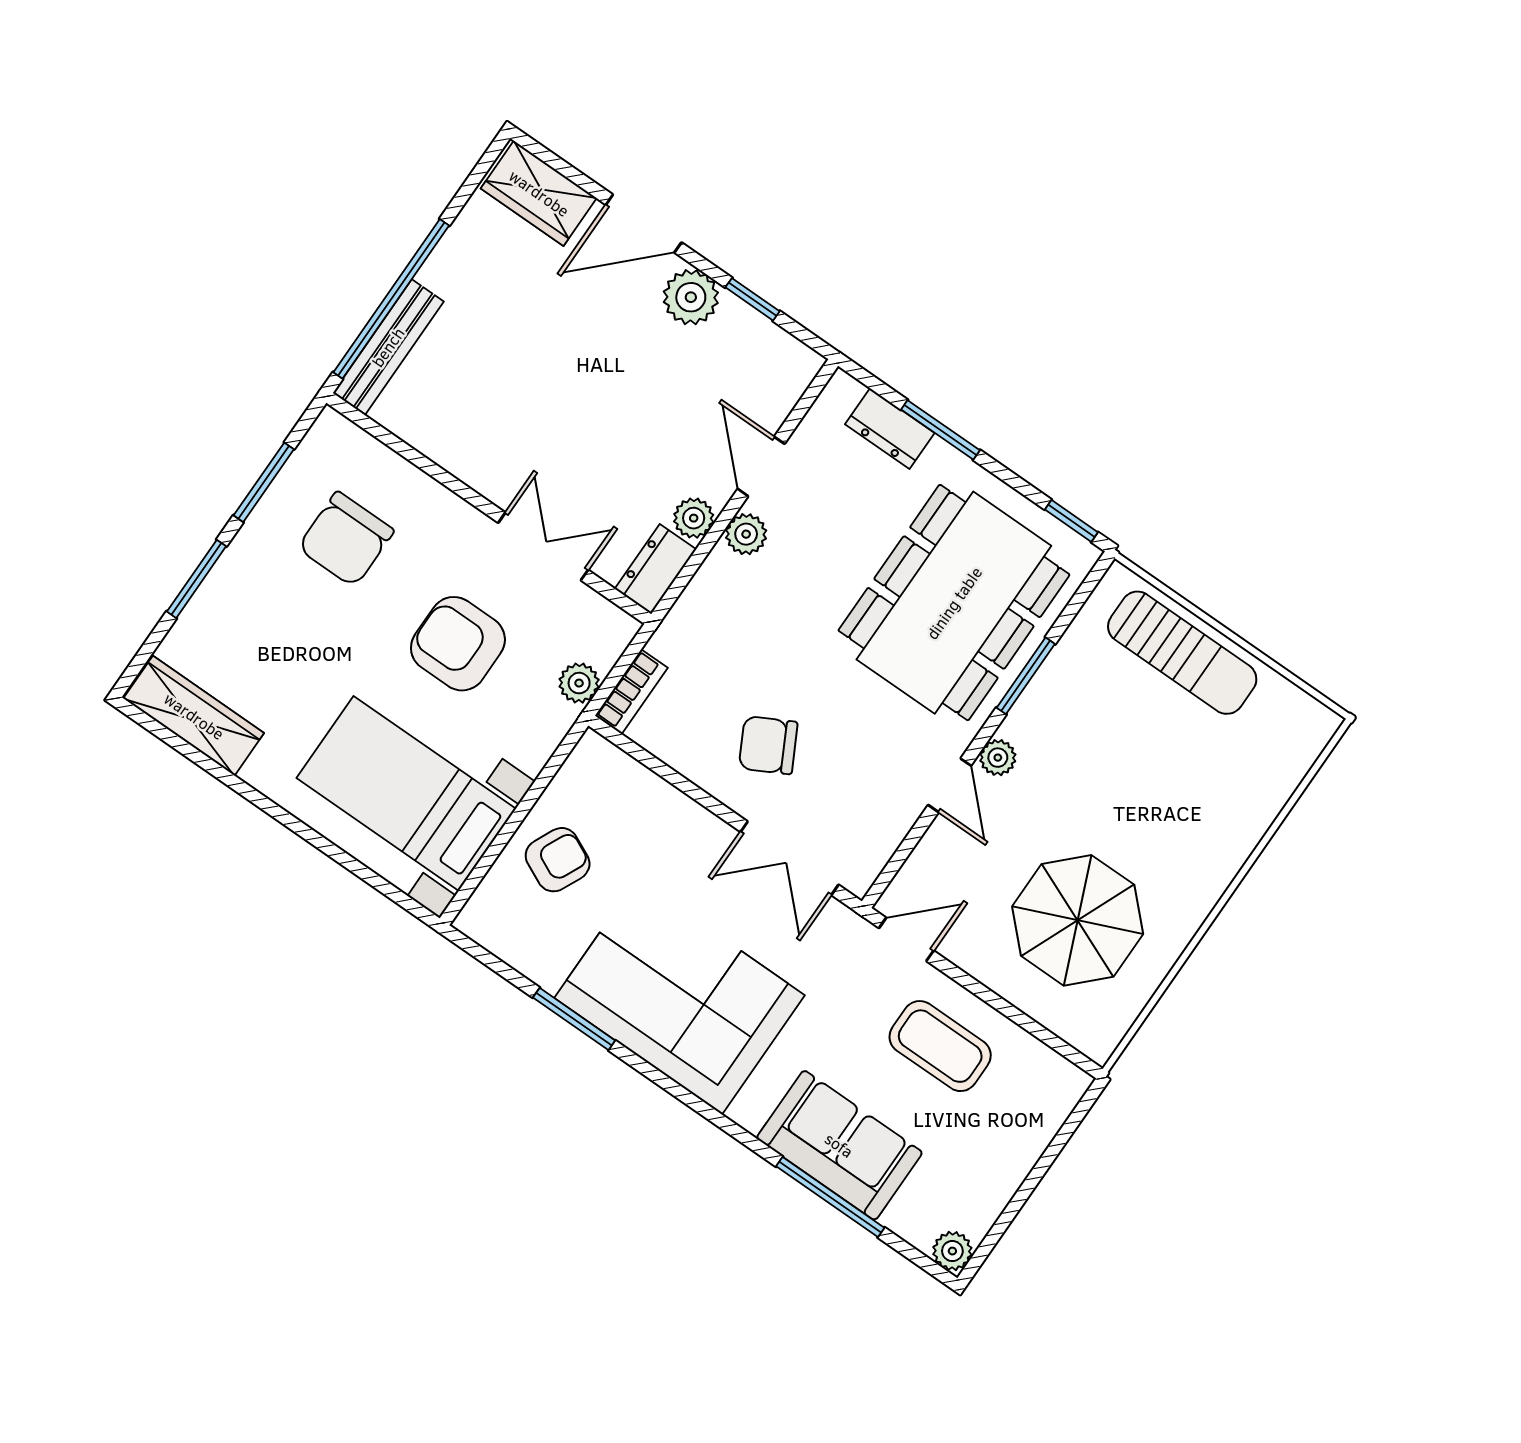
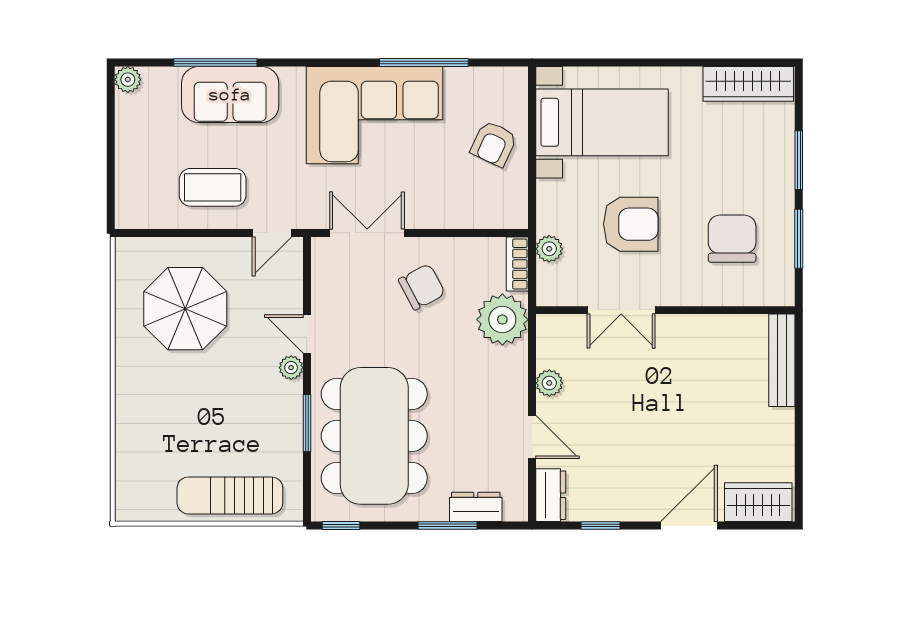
plant: (691, 297) -> (635, 503), removed
window: (391, 299) -> (799, 388), removed
plant: (746, 534) -> (502, 320), moved, width x1.87, depth x1.87
dresser: (656, 569) -> (551, 495), moved
window: (574, 1019) -> (424, 63), width x1.44

